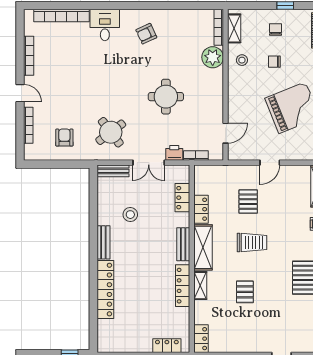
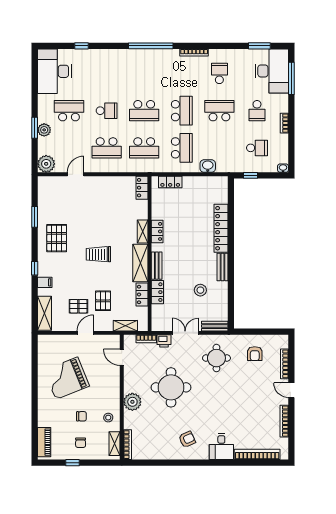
plant: (213, 57) -> (132, 402), moved
round table: (166, 97) -> (171, 387), width x1.36, depth x1.36
round table: (111, 132) -> (216, 358), turned 37
door: (225, 133) -> (122, 357), hinge flipped
shelving: (221, 171) -> (125, 326), added
locker: (182, 198) -> (157, 292), moved
trolley: (252, 242) -> (98, 254), moved
locker: (183, 286) -> (157, 231), width x0.66
pallet: (245, 292) -> (78, 306), moved, turned 90

